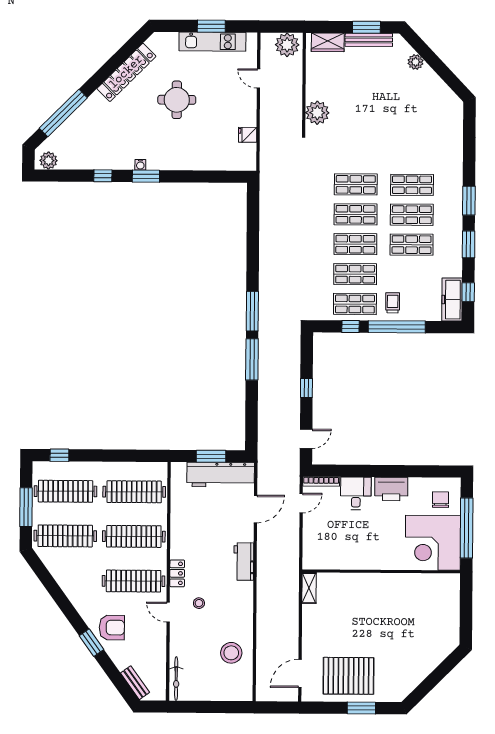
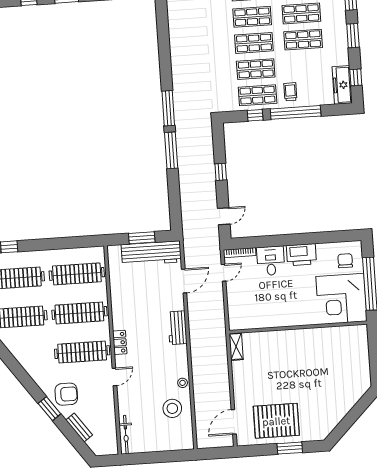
stool: (199, 603) -> (183, 383), moved
door: (168, 612) -> (114, 377), swing flipped
bench: (135, 683) -> (79, 428), moved

